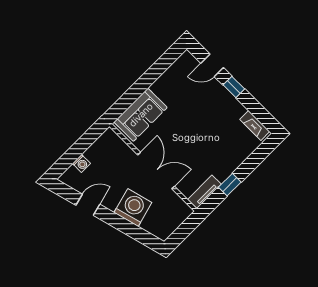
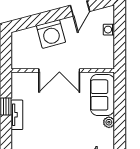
plant: (158, 87) -> (109, 122), added
tv unit: (204, 192) -> (17, 115), moved

